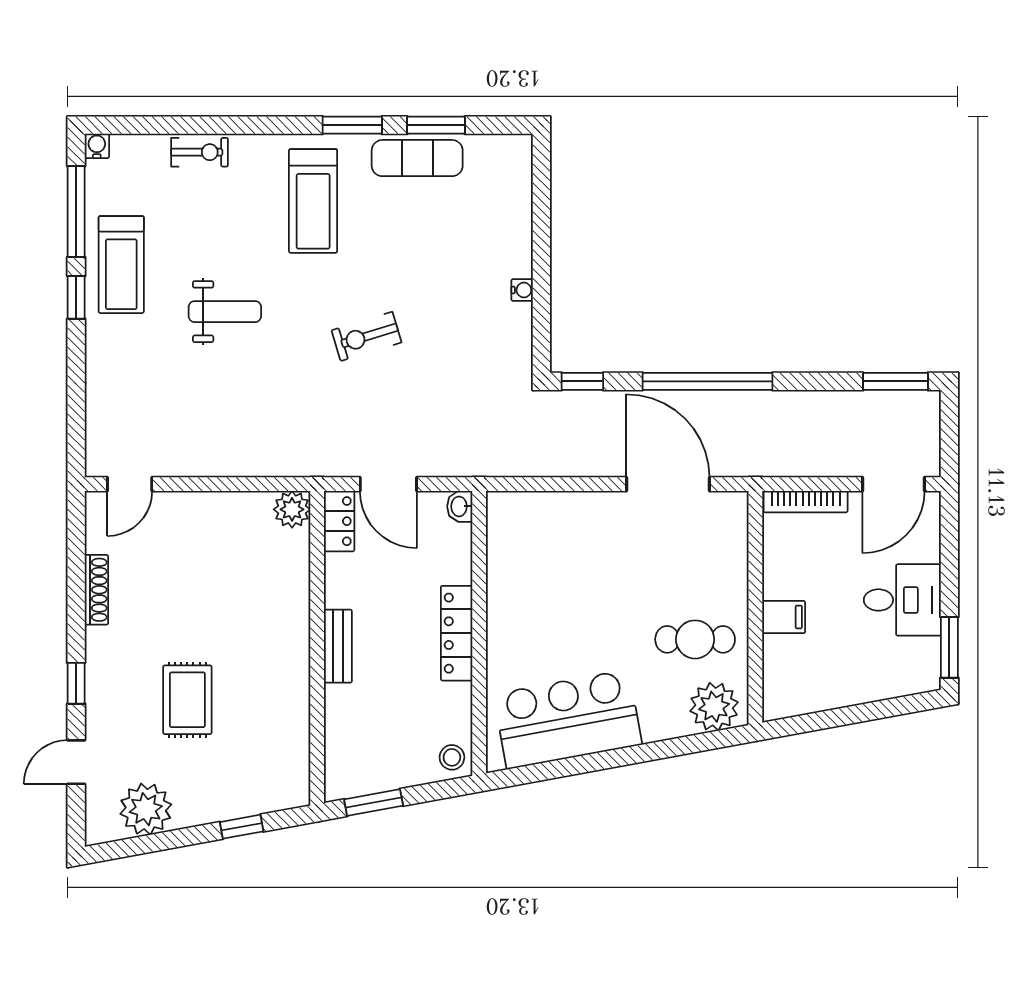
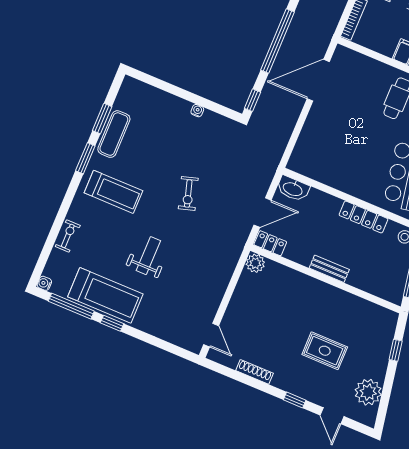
treadmill: (121, 265) -> (105, 295), width x1.37, depth x1.38
washbasin: (460, 506) -> (293, 189), width x1.91, depth x1.45
locker: (457, 633) -> (363, 217), moved

